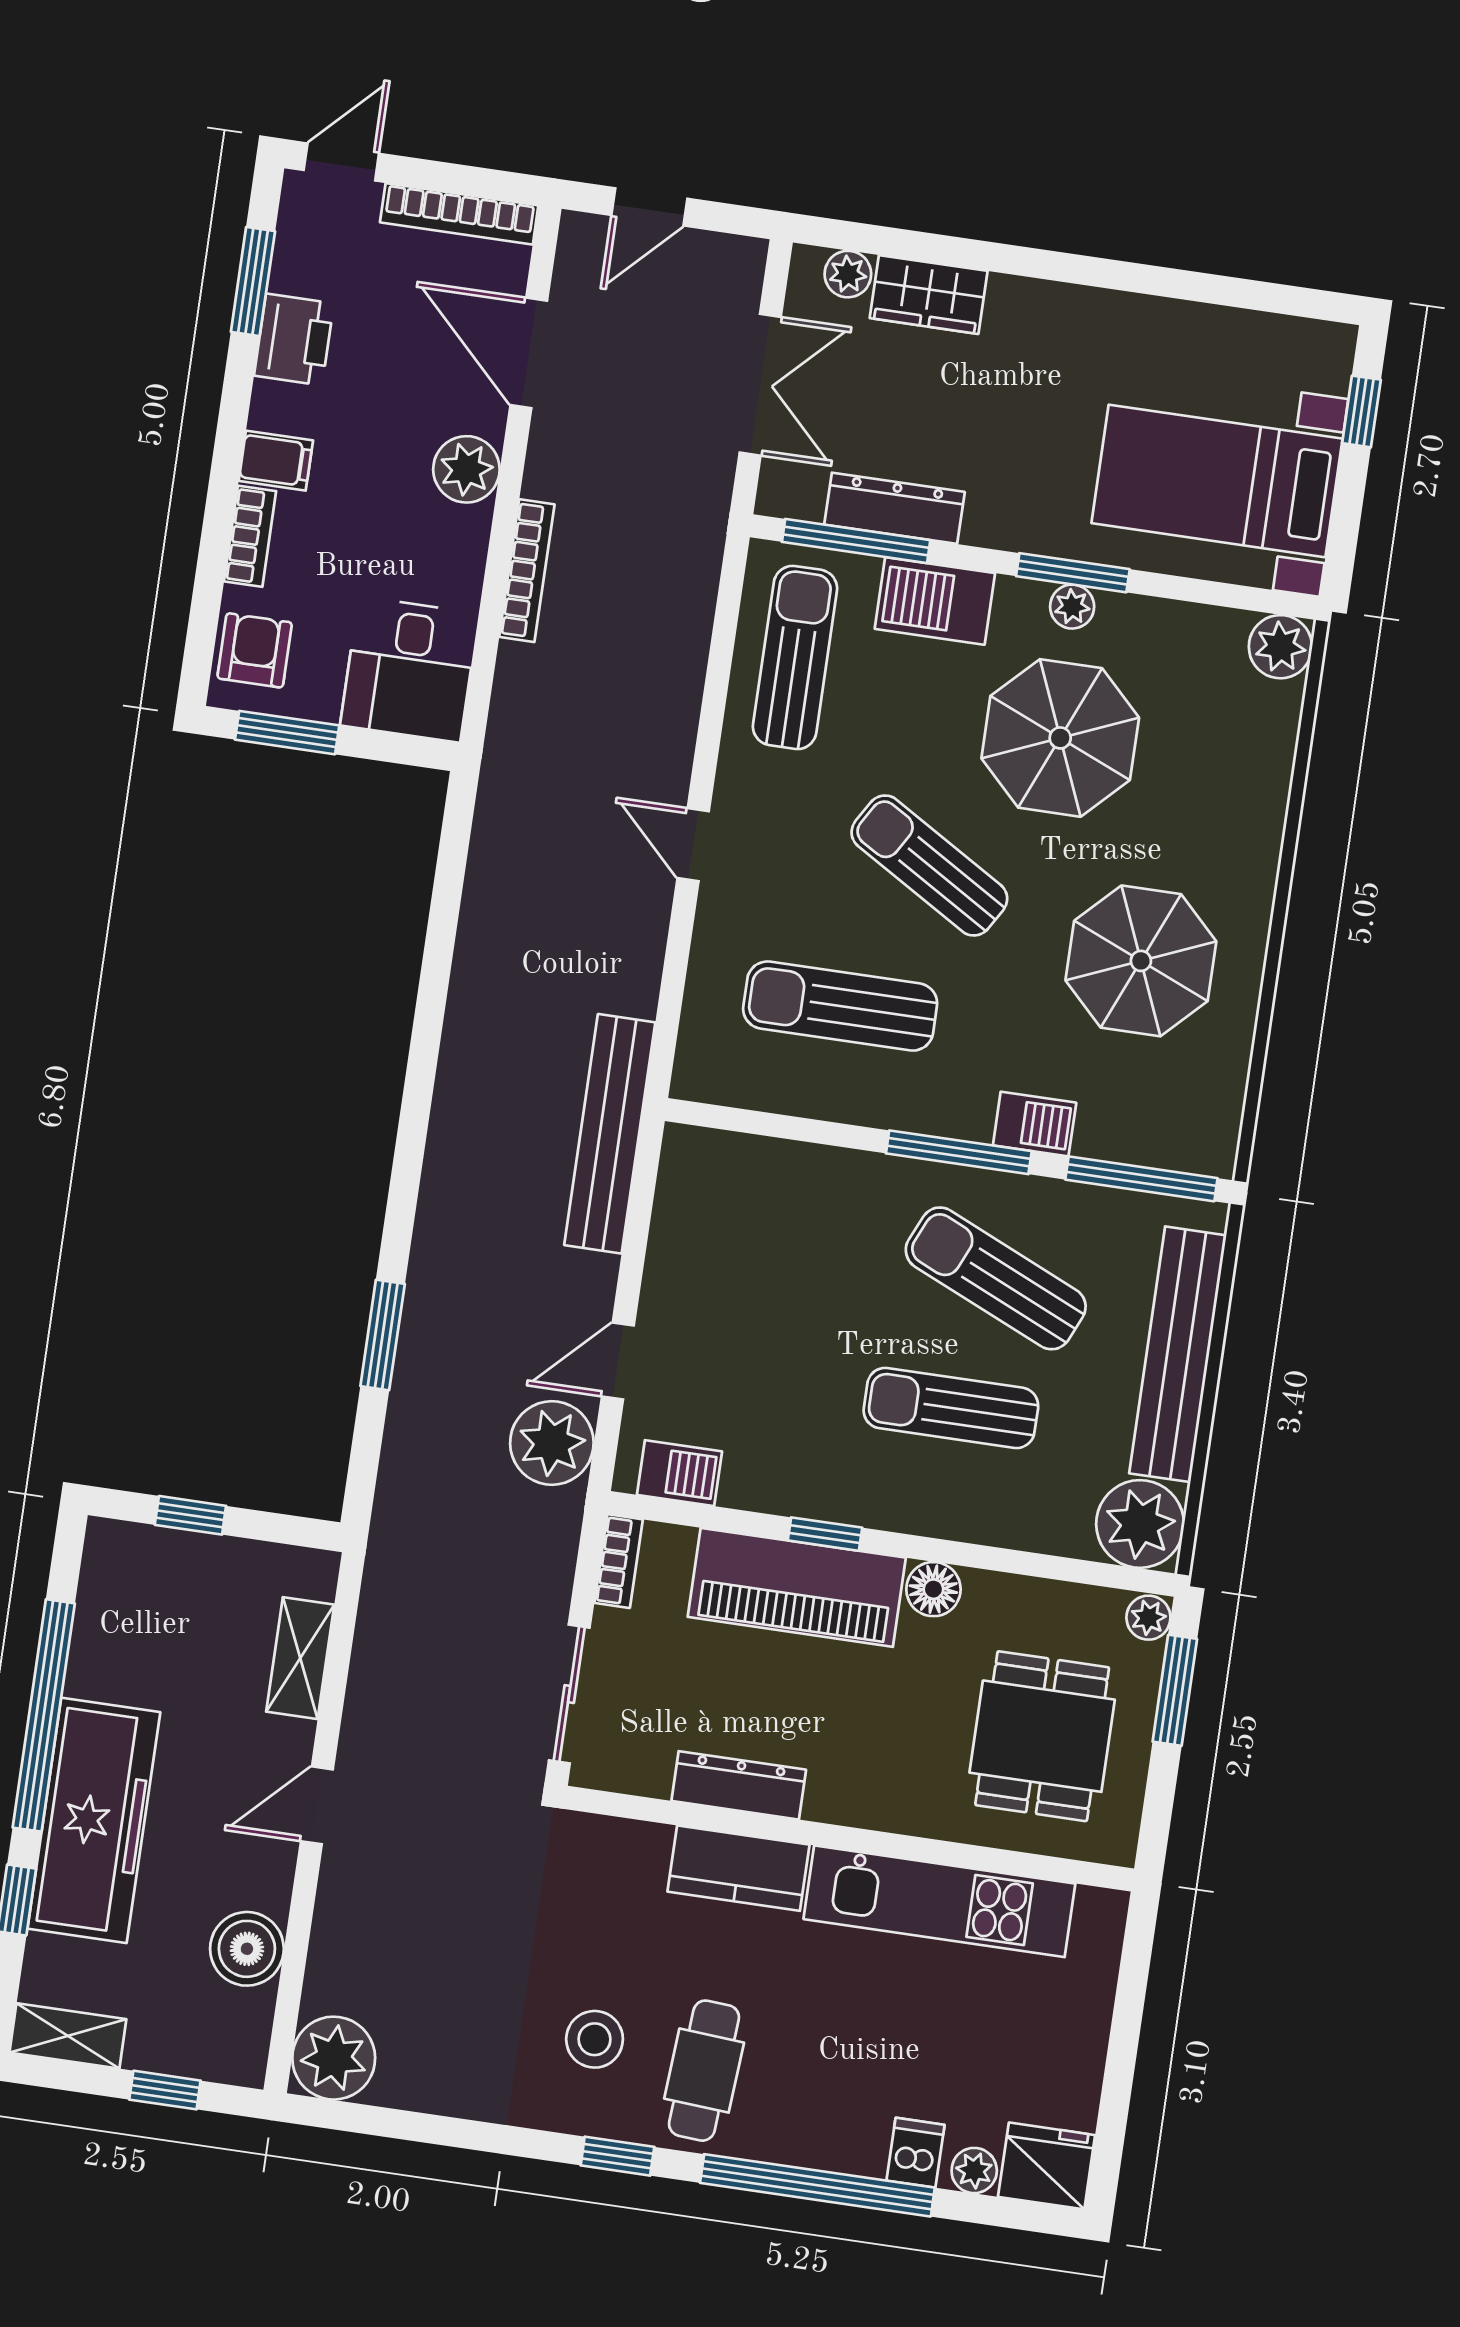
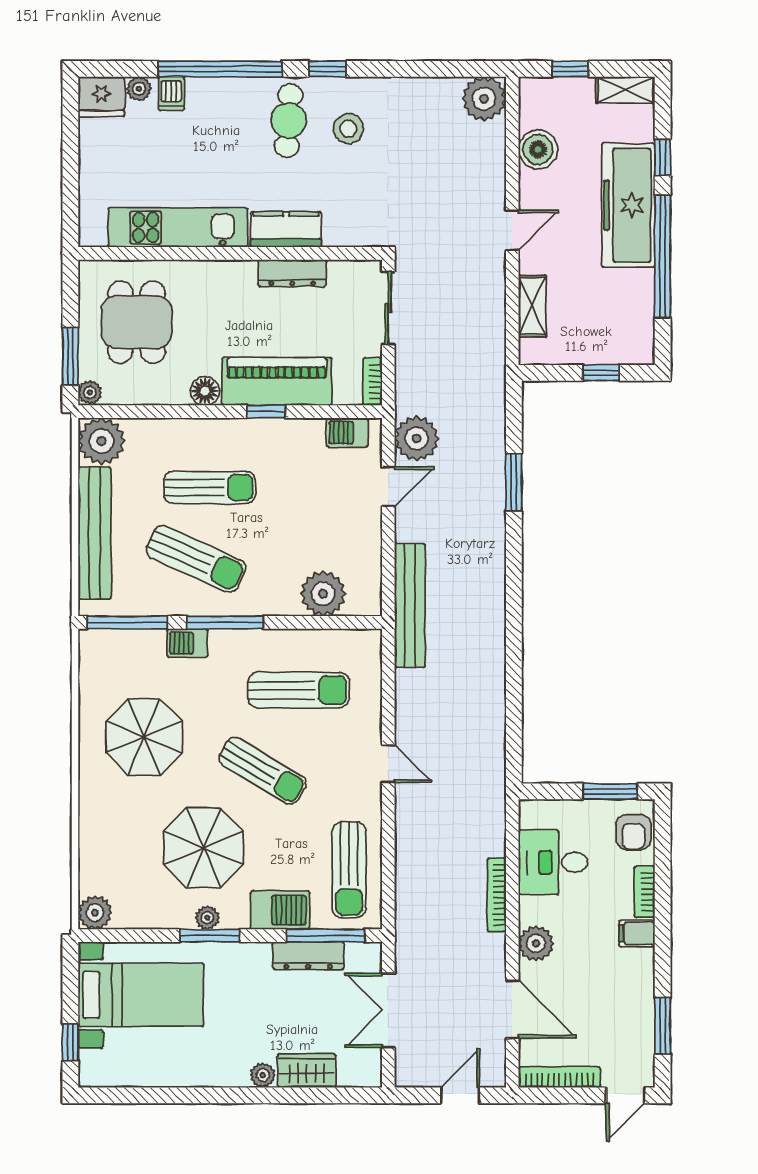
plant: (848, 274) -> (263, 1075), moved
printer: (294, 339) -> (637, 998), removed
desk: (409, 669) -> (553, 862), moved, turned -90
plant: (768, 1179) -> (323, 594), added

